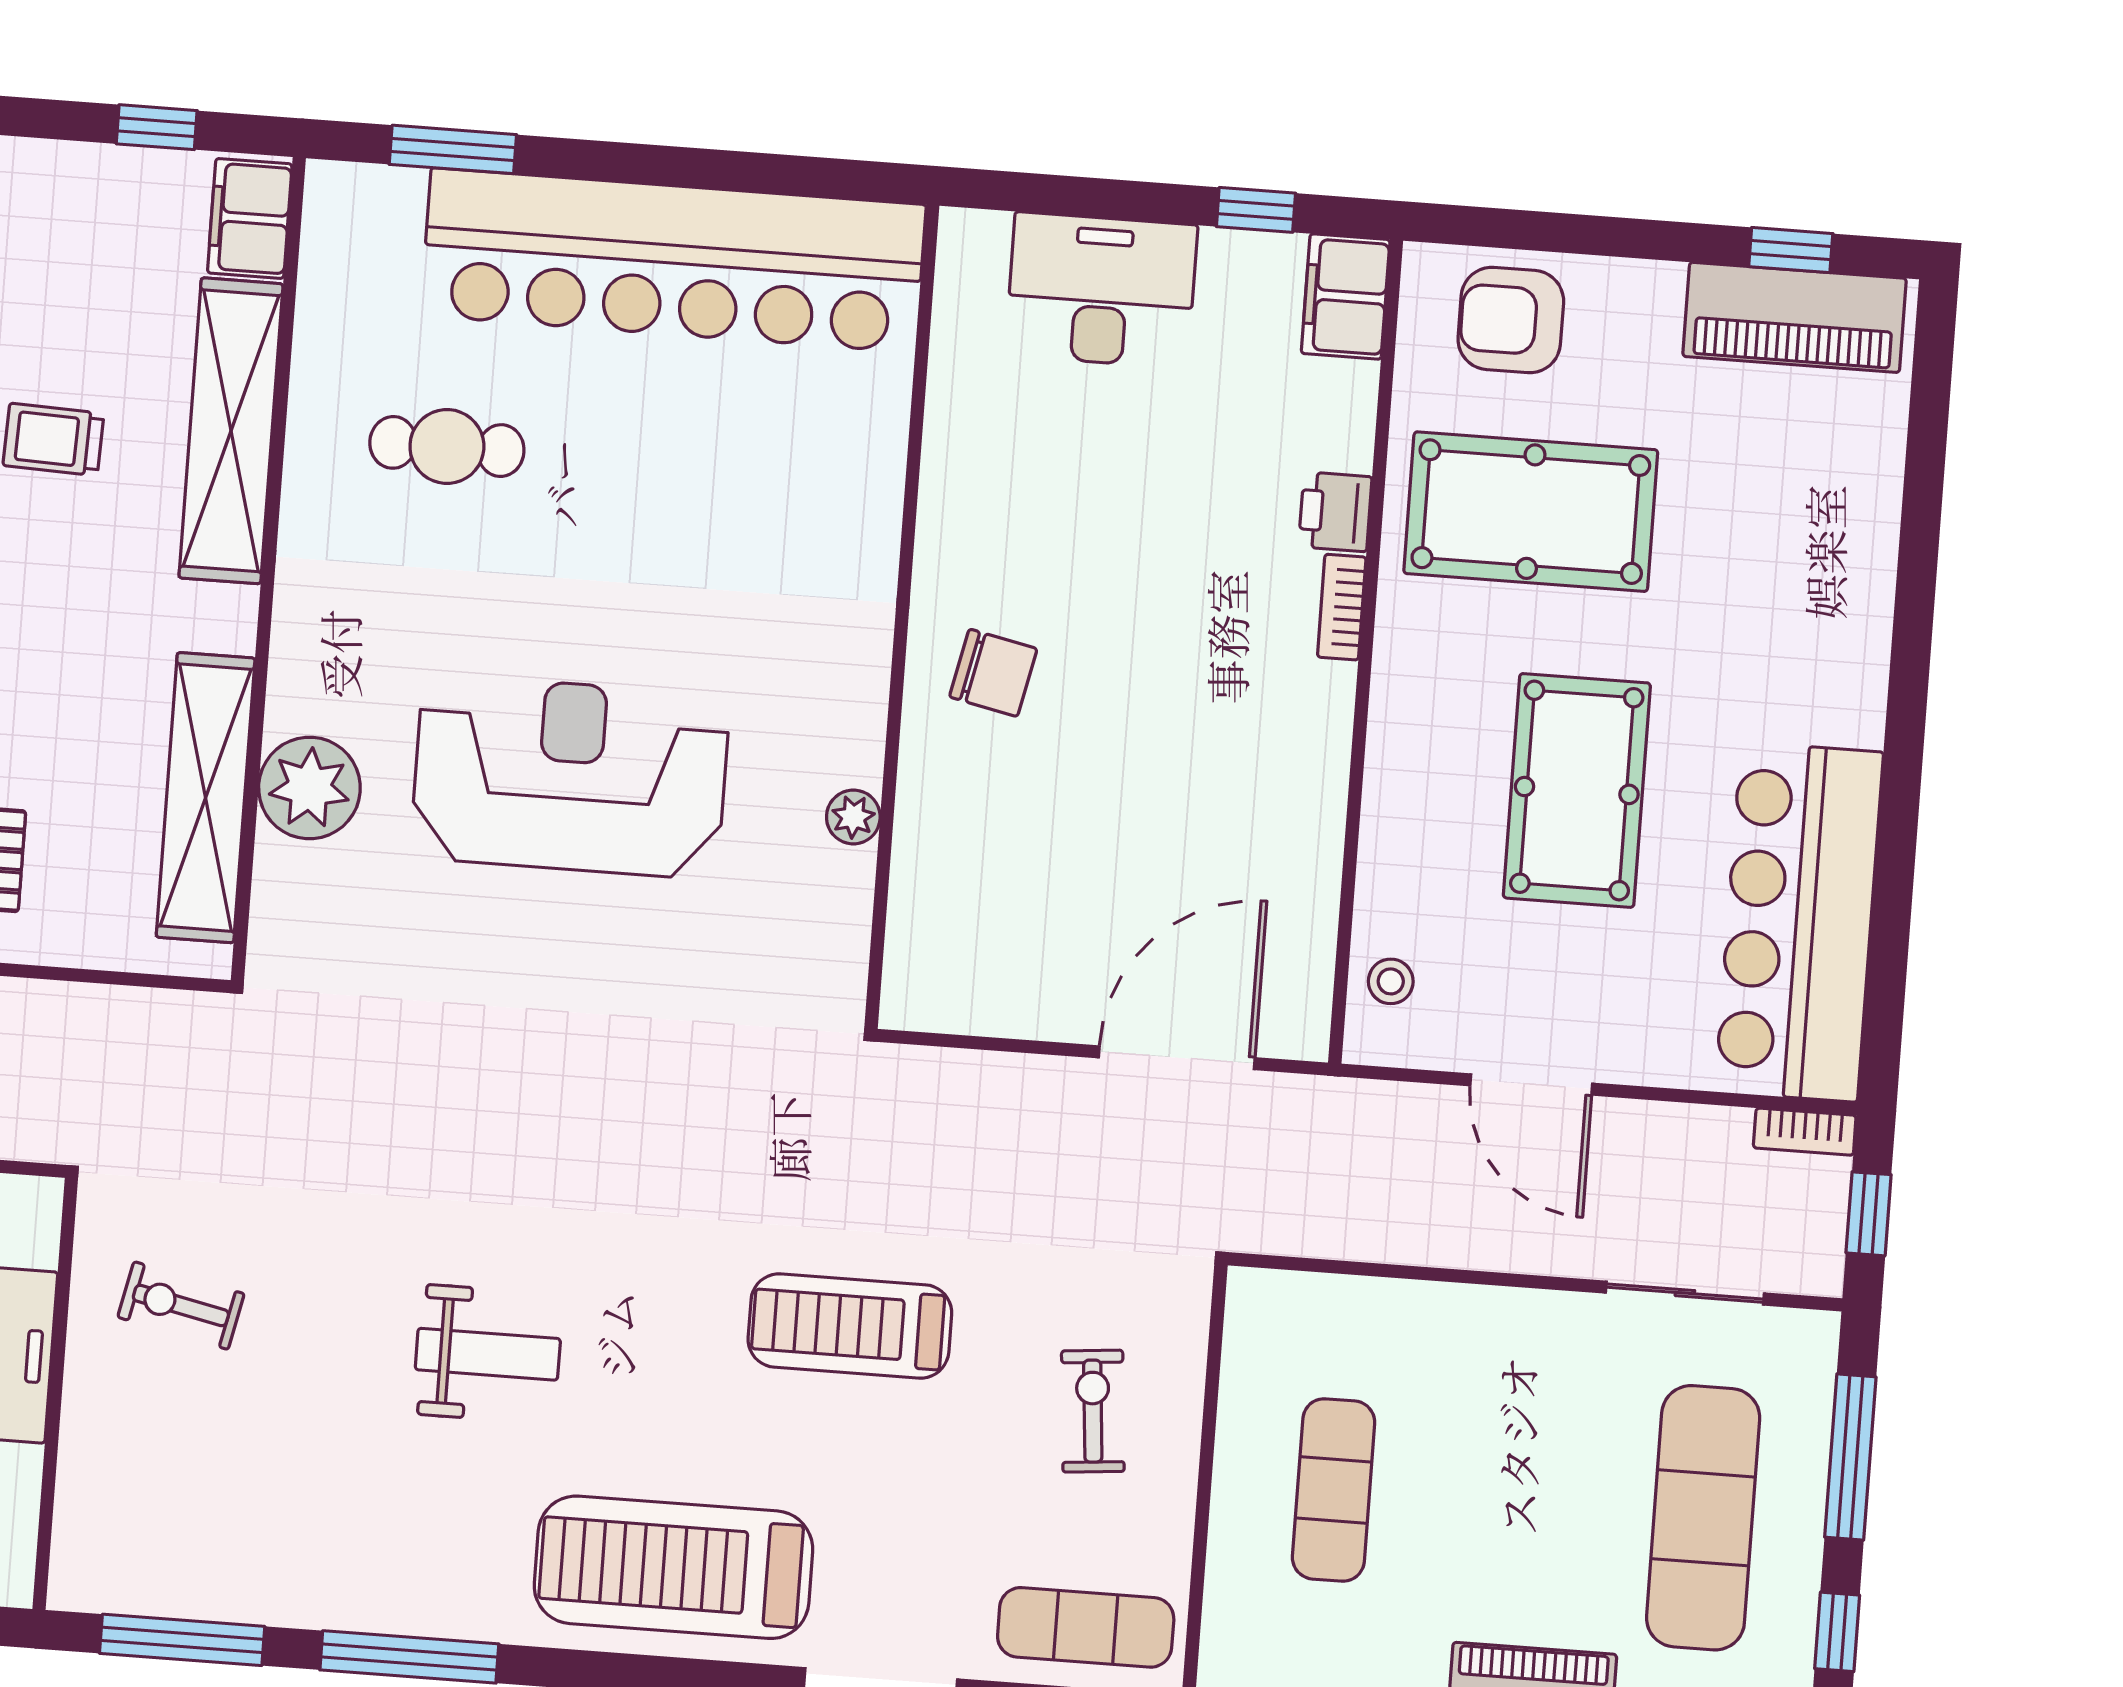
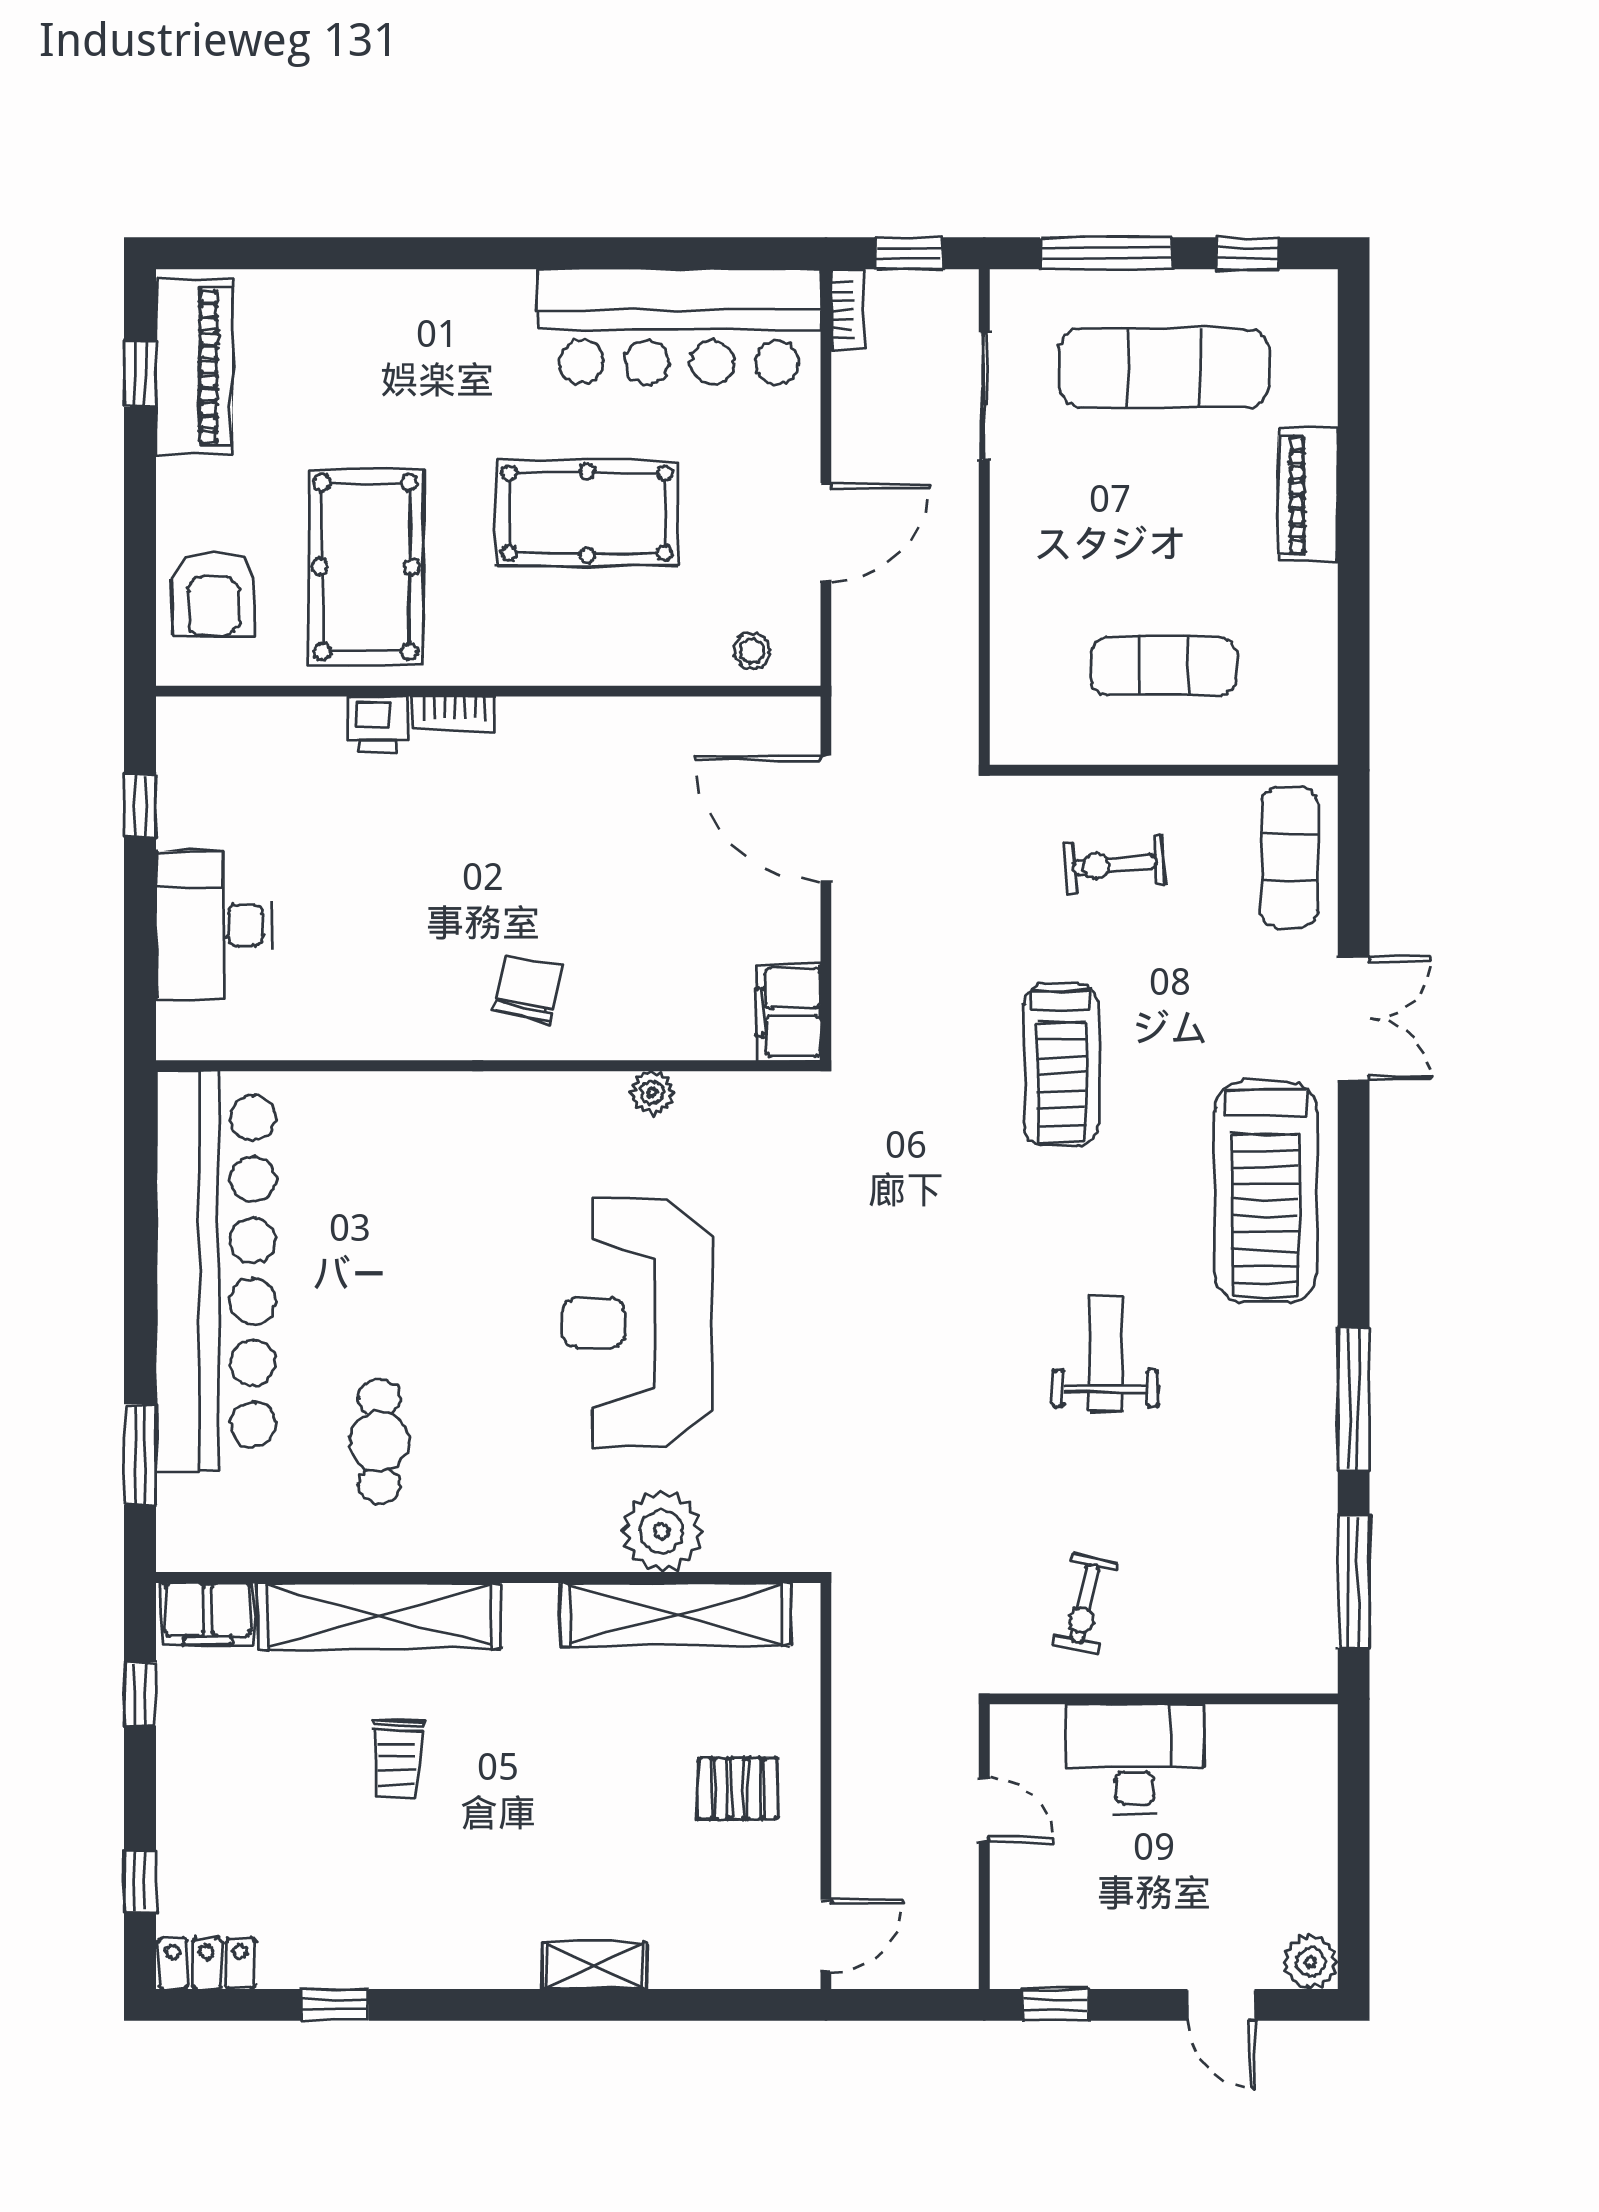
filing cabinet: (1346, 297) -> (788, 1012), moved, turned 90

